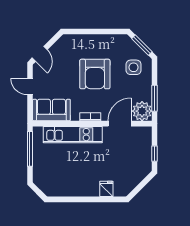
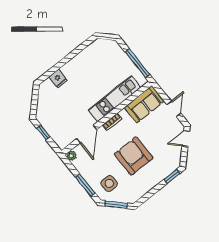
window: (77, 32) -> (172, 176), added
door: (40, 54) -> (186, 138), hinge flipped
door: (30, 86) -> (174, 109), hinge flipped
window: (155, 98) -> (85, 185), moved
plant: (142, 111) -> (71, 156), width x0.53, depth x0.53

